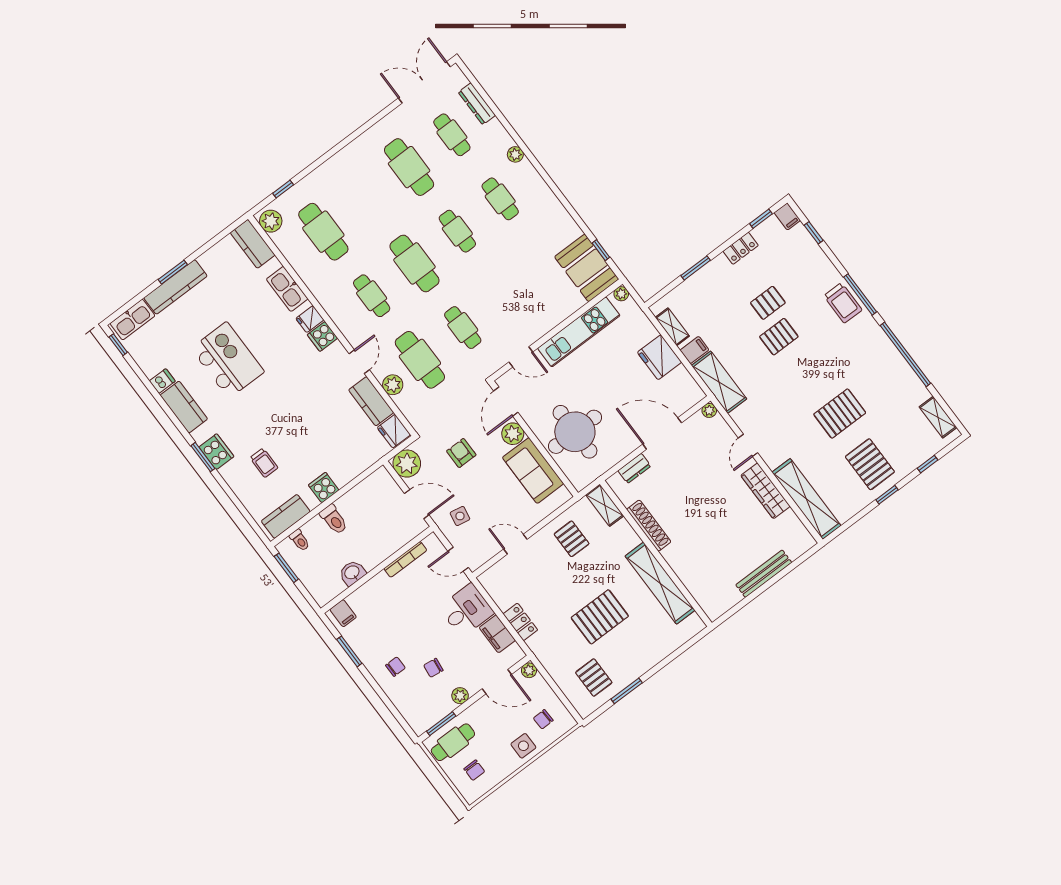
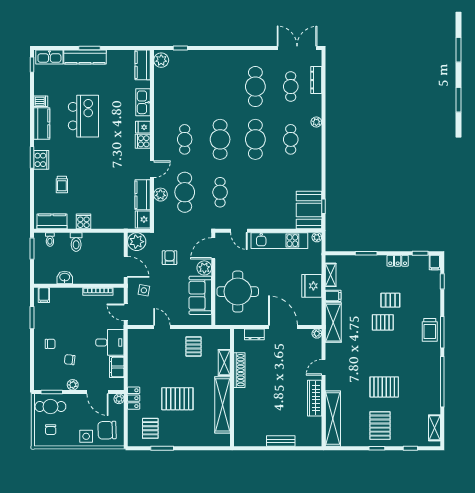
cafe table: (457, 231) -> (255, 139), width x1.37, depth x1.35
cafe table: (323, 232) -> (185, 87), removed
shelving: (605, 505) -> (224, 363), moved
bench: (764, 574) -> (281, 441), width x0.73
locker: (520, 622) -> (134, 398), moved
chair: (543, 719) -> (107, 430), width x1.87, depth x1.87

